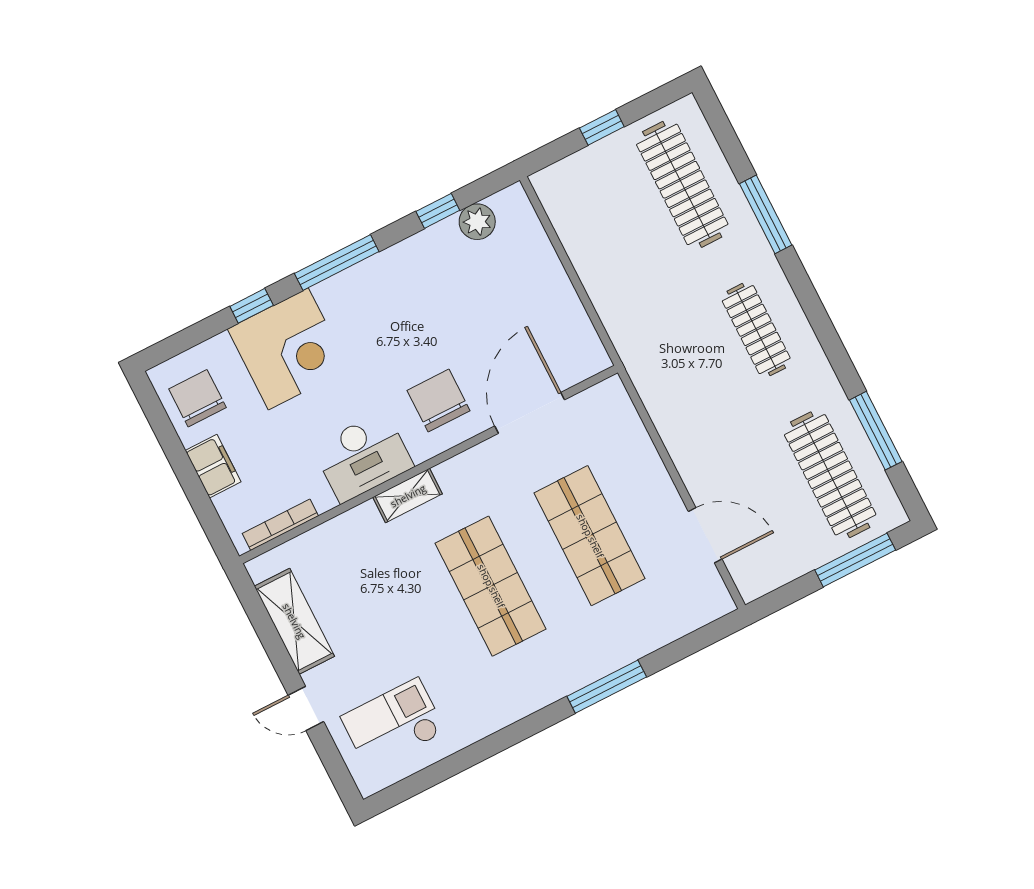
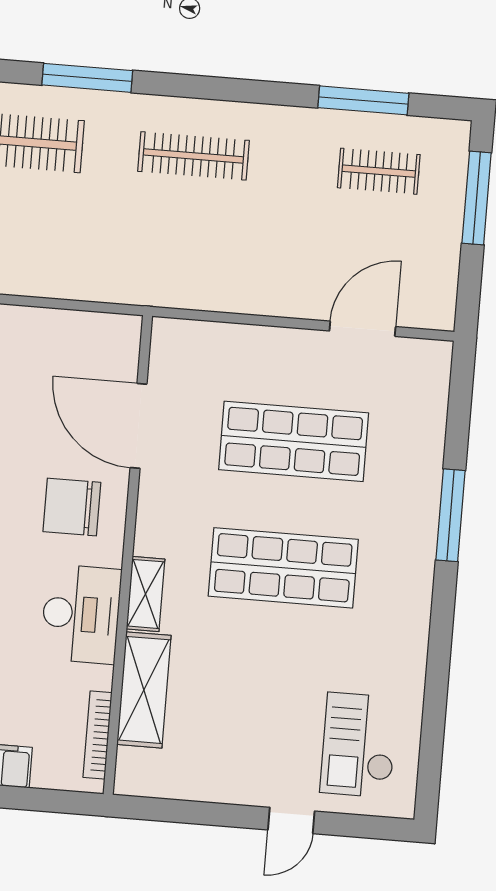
clothes rail: (830, 475) -> (379, 171), width x0.54, depth x0.76
shelving: (294, 621) -> (144, 690), moved, turned 90

